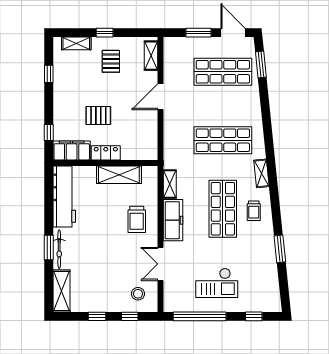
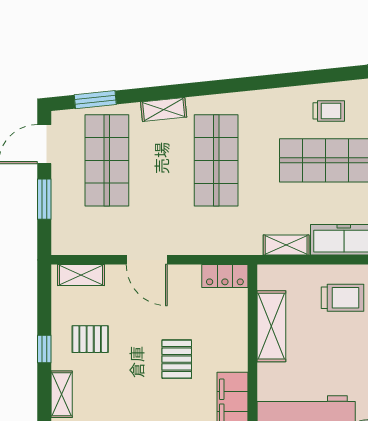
locker: (106, 153) -> (225, 276), moved, turned -90
shelving: (261, 173) -> (164, 109), moved

